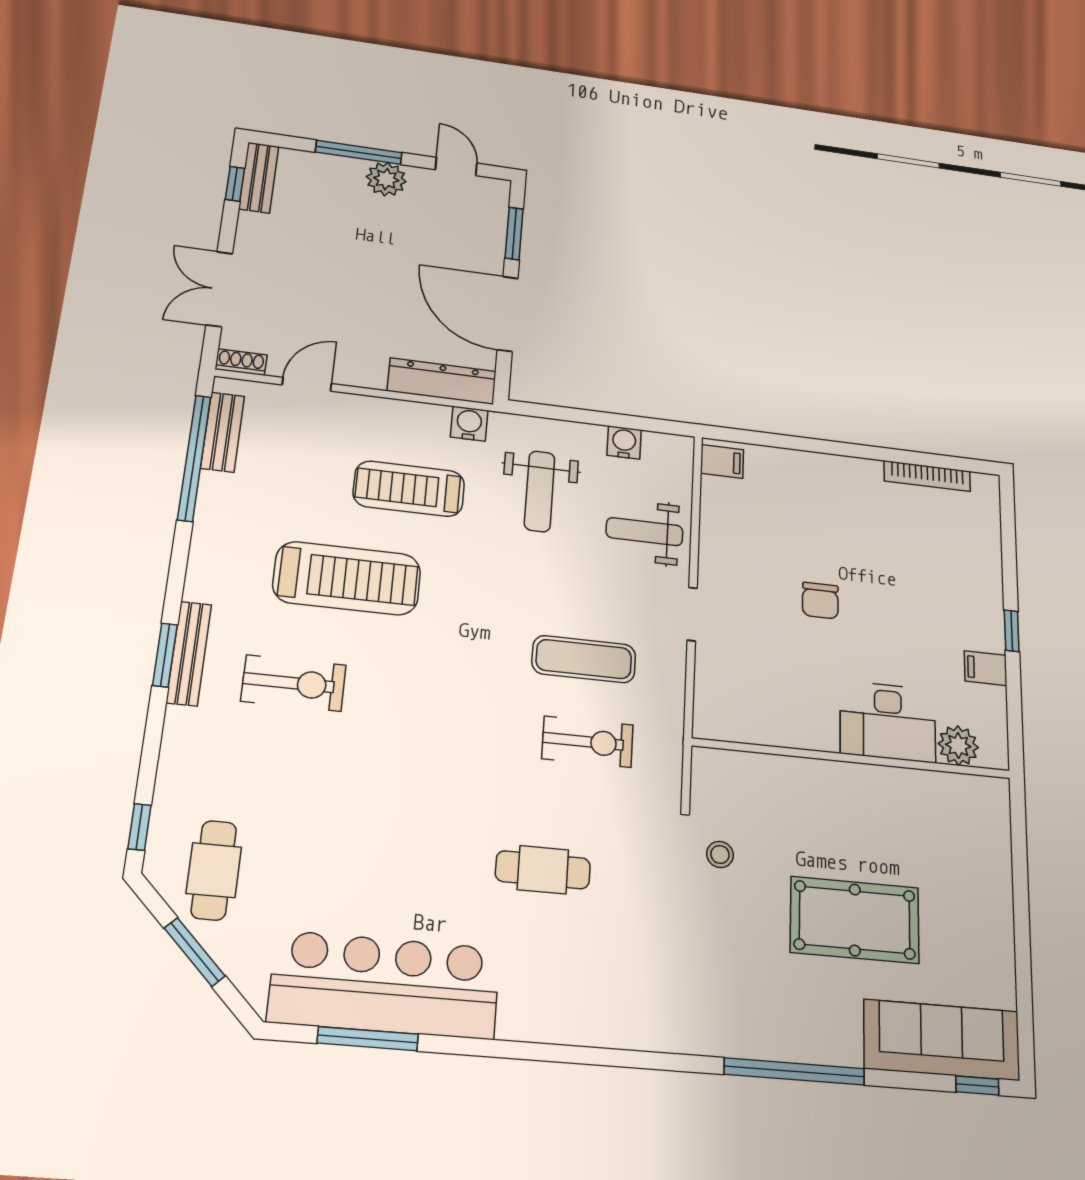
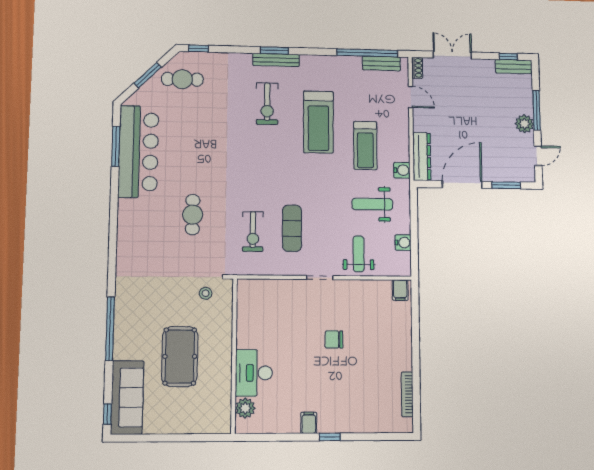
treadmill: (409, 489) -> (365, 145), turned 180
desk: (888, 722) -> (254, 373), moved
plant: (958, 745) -> (245, 408), moved
wall: (852, 758) -> (234, 355), moved

